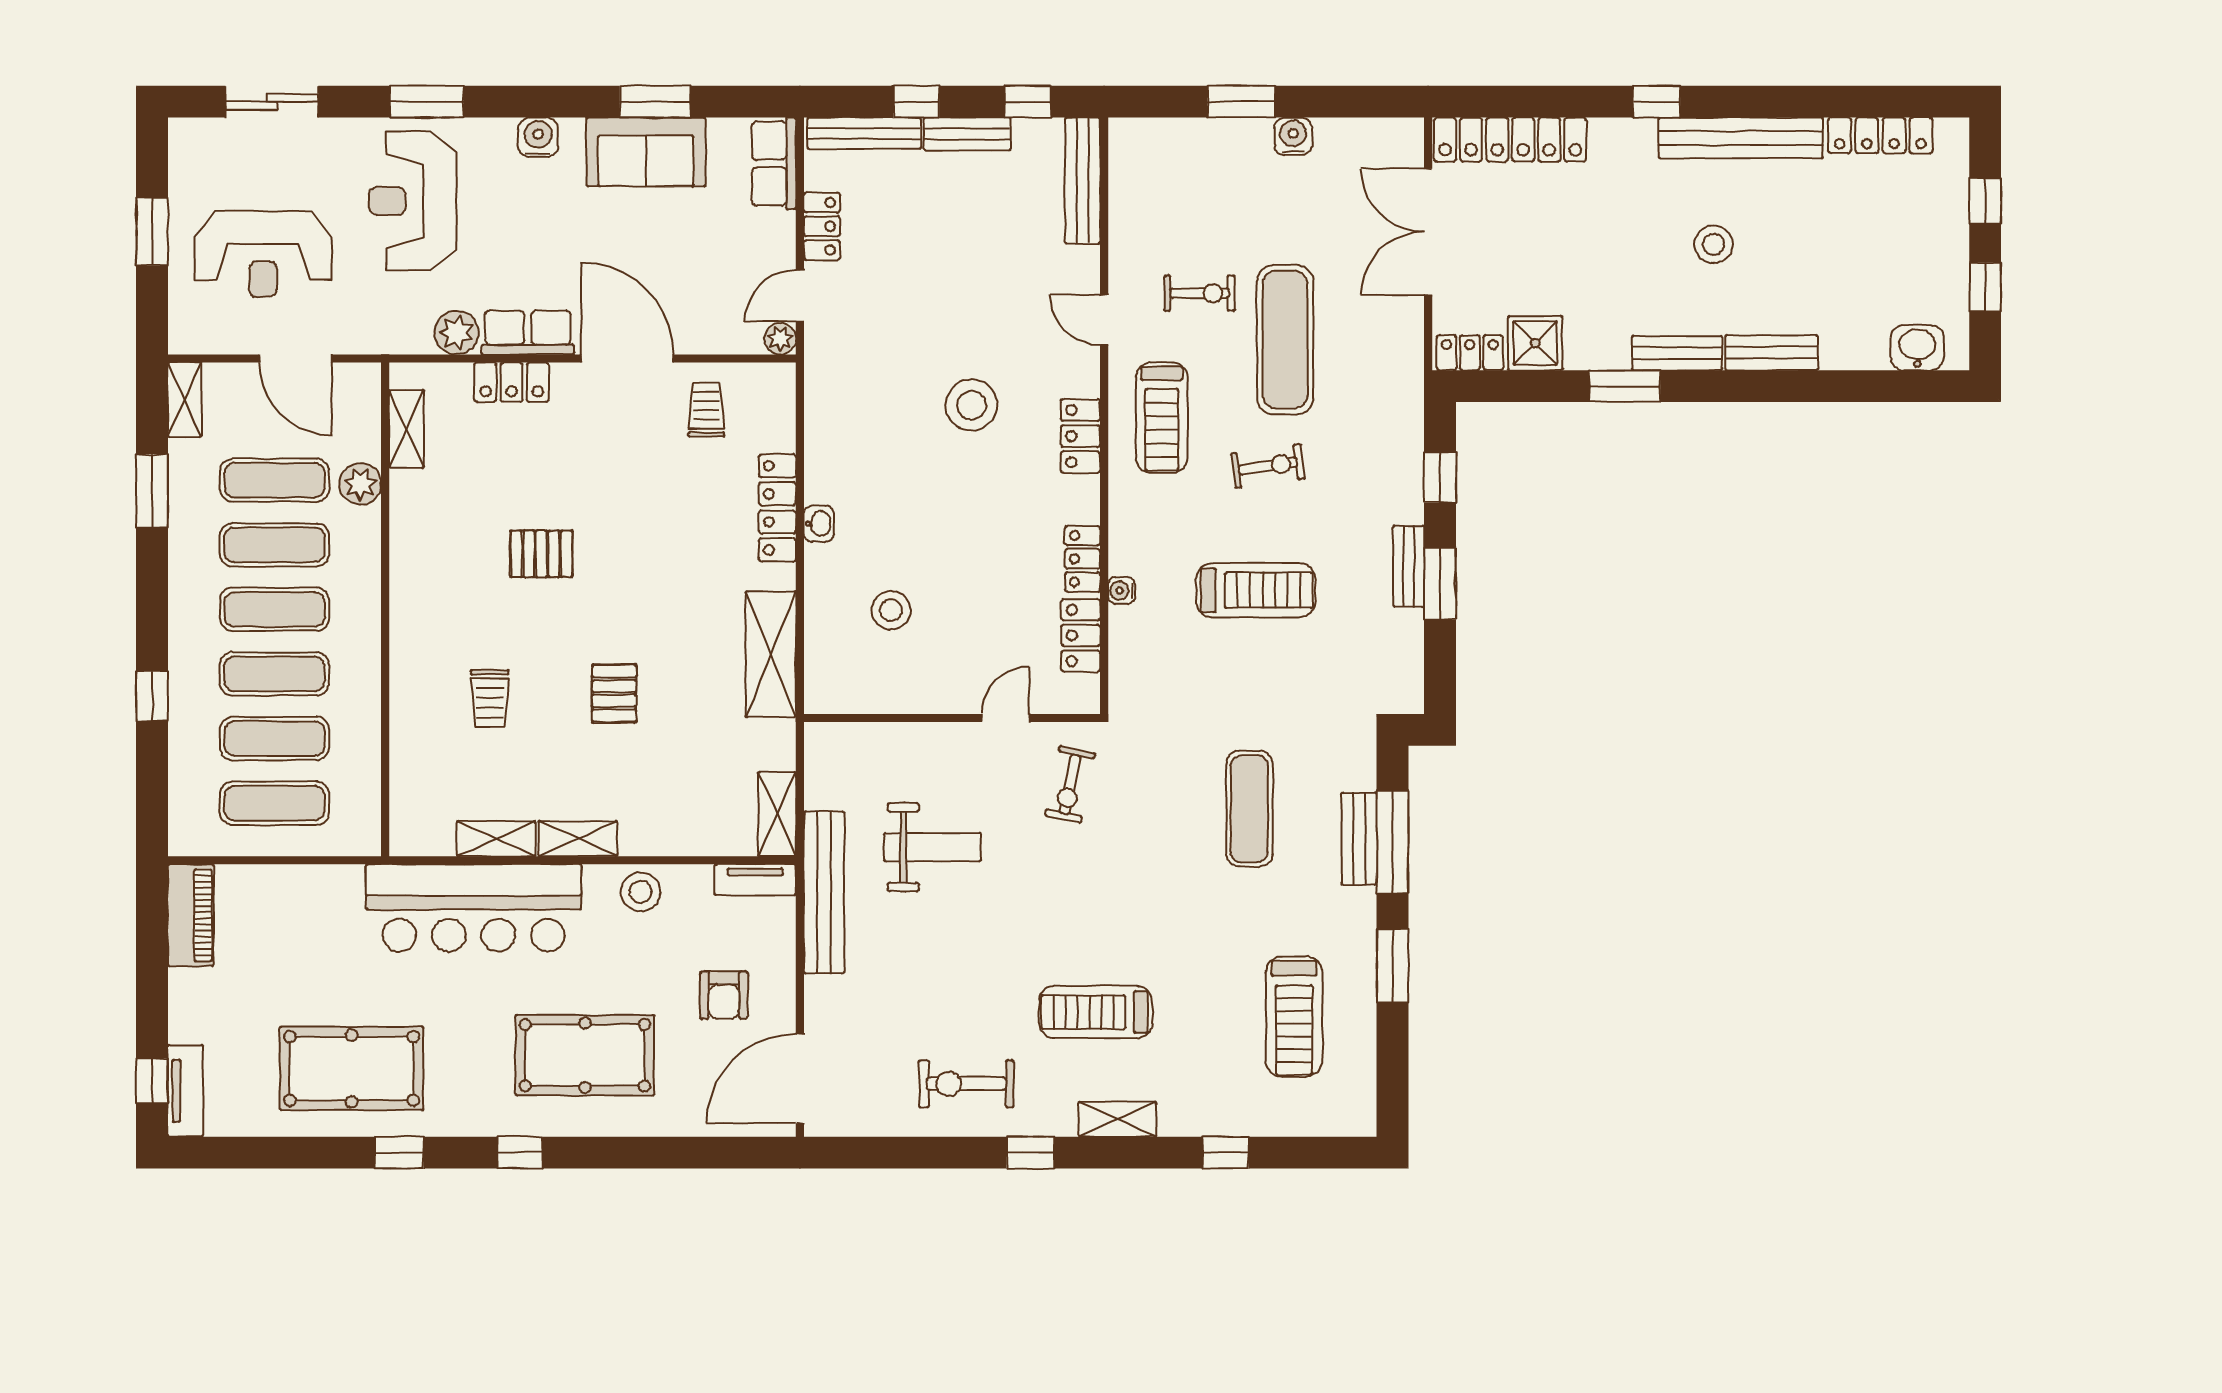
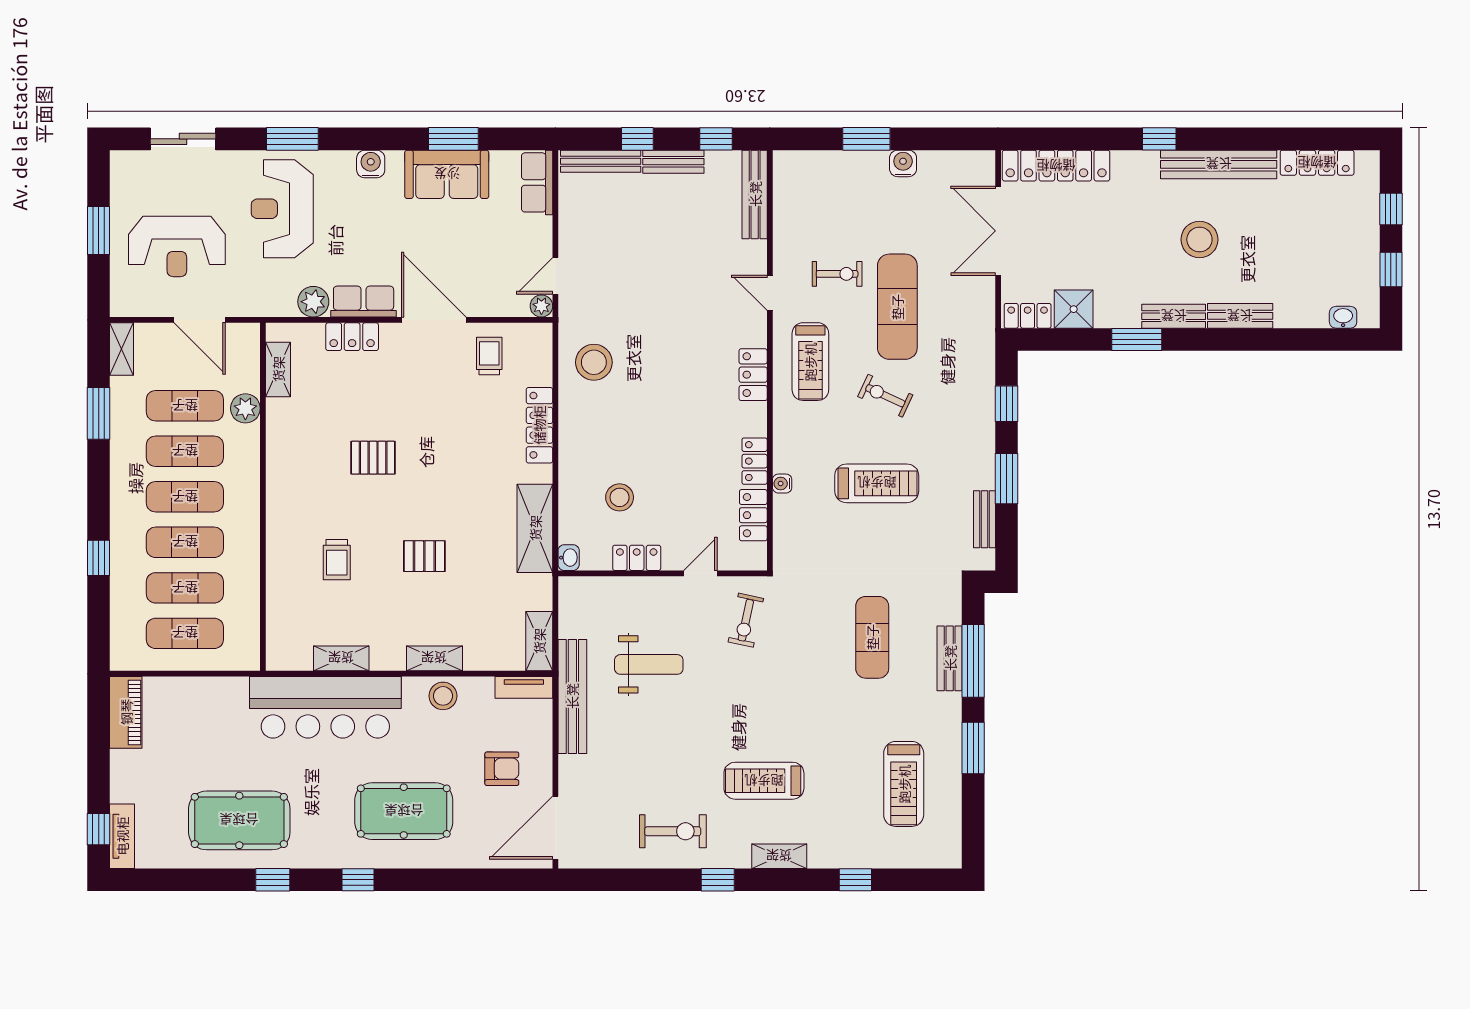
locker: (822, 226) -> (637, 558), moved, turned -90
stool: (1714, 244) -> (1199, 240), width x1.38, depth x1.38
washbasin: (1917, 348) -> (1343, 317), width x0.72, depth x0.69
stool: (972, 405) -> (594, 362), moved
exercise bike: (1268, 466) -> (885, 396), turned -147
washbasin: (819, 524) -> (569, 558), moved
bench: (1409, 566) -> (984, 519), moved
pallet: (614, 693) -> (424, 556), turned 90
shelving: (578, 839) -> (434, 658), moved
armchair: (724, 995) -> (502, 769), turned -90
exercise bike: (967, 1084) -> (673, 831), turned 180

